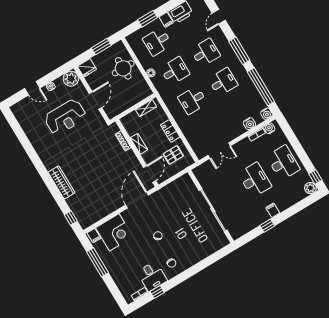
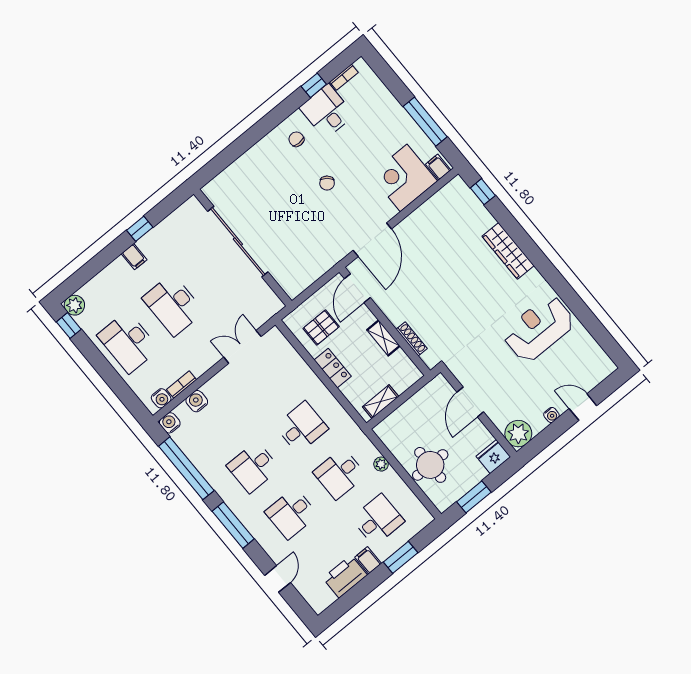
reception desk: (65, 117) -> (539, 329), moved

